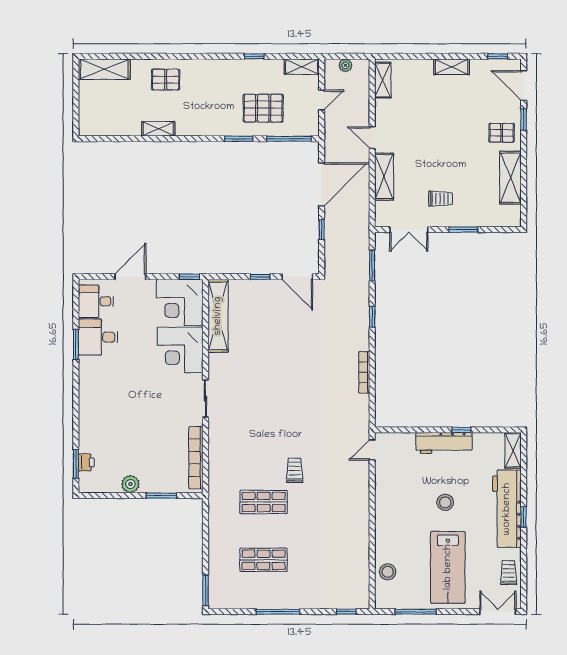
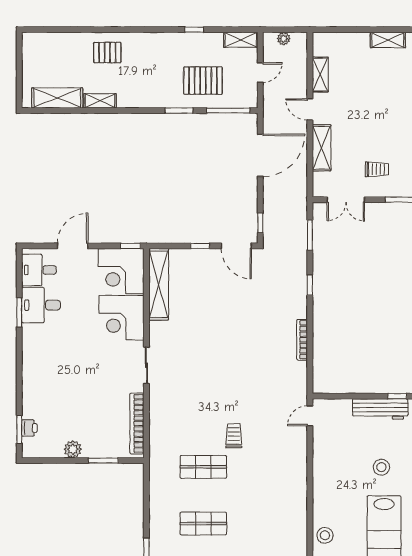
shelving: (104, 69) -> (57, 98), moved
shelving: (383, 80) -> (320, 75), moved
window: (322, 230) -> (260, 223), moved

